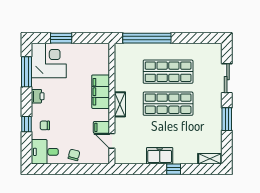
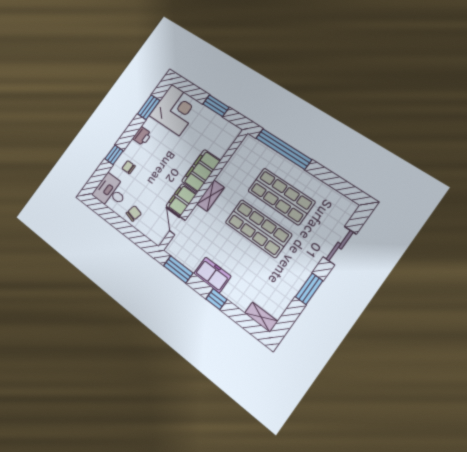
window: (61, 38) -> (216, 106), moved
window: (26, 72) -> (149, 107), width x0.69
filing cabinet: (101, 127) -> (181, 200), width x2.00
window: (134, 169) -> (178, 269), added

